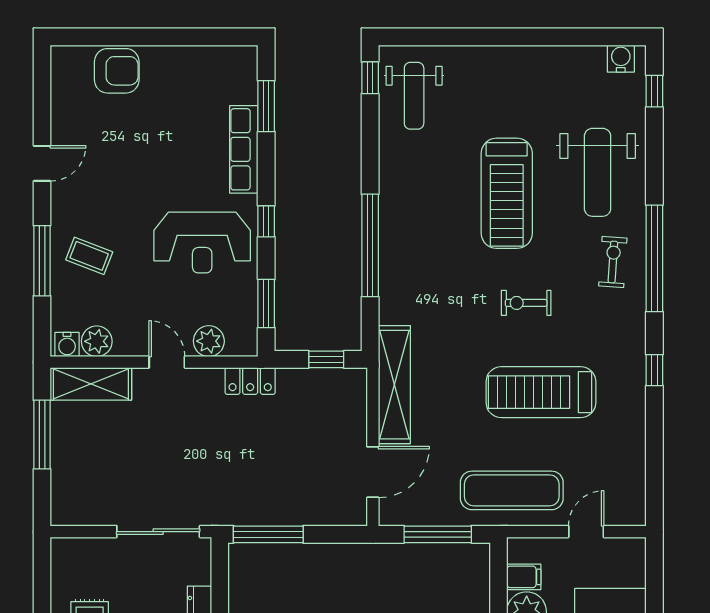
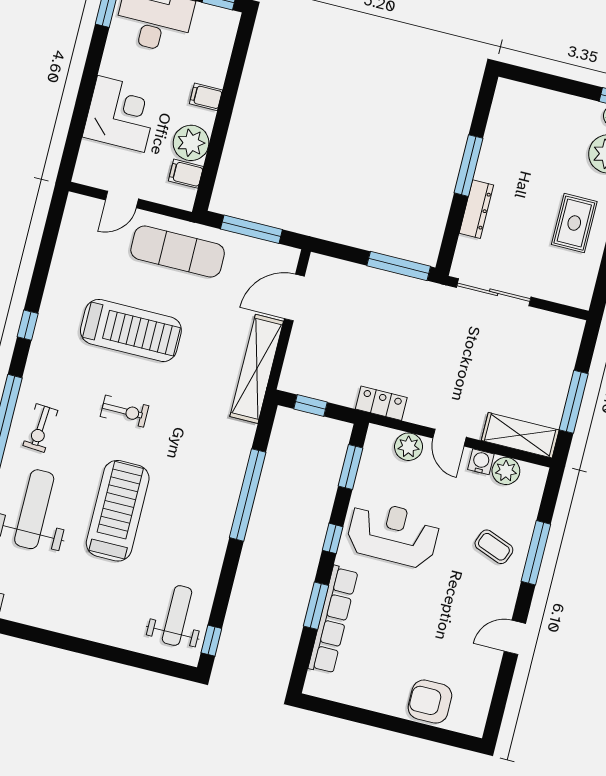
window: (266, 106) -> (316, 606), moved
row of seats: (244, 149) -> (333, 620), width x1.36
water cooler: (67, 345) -> (481, 462), moved

